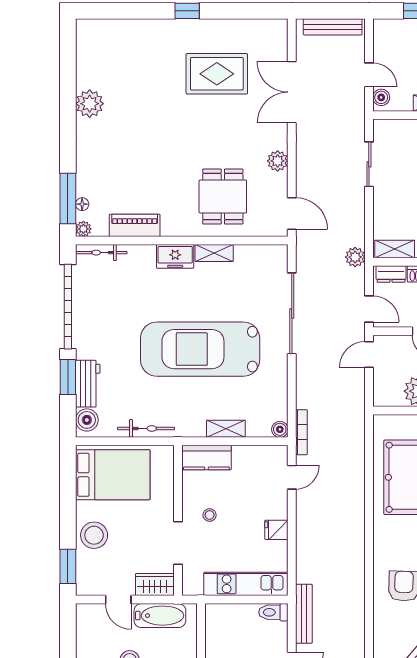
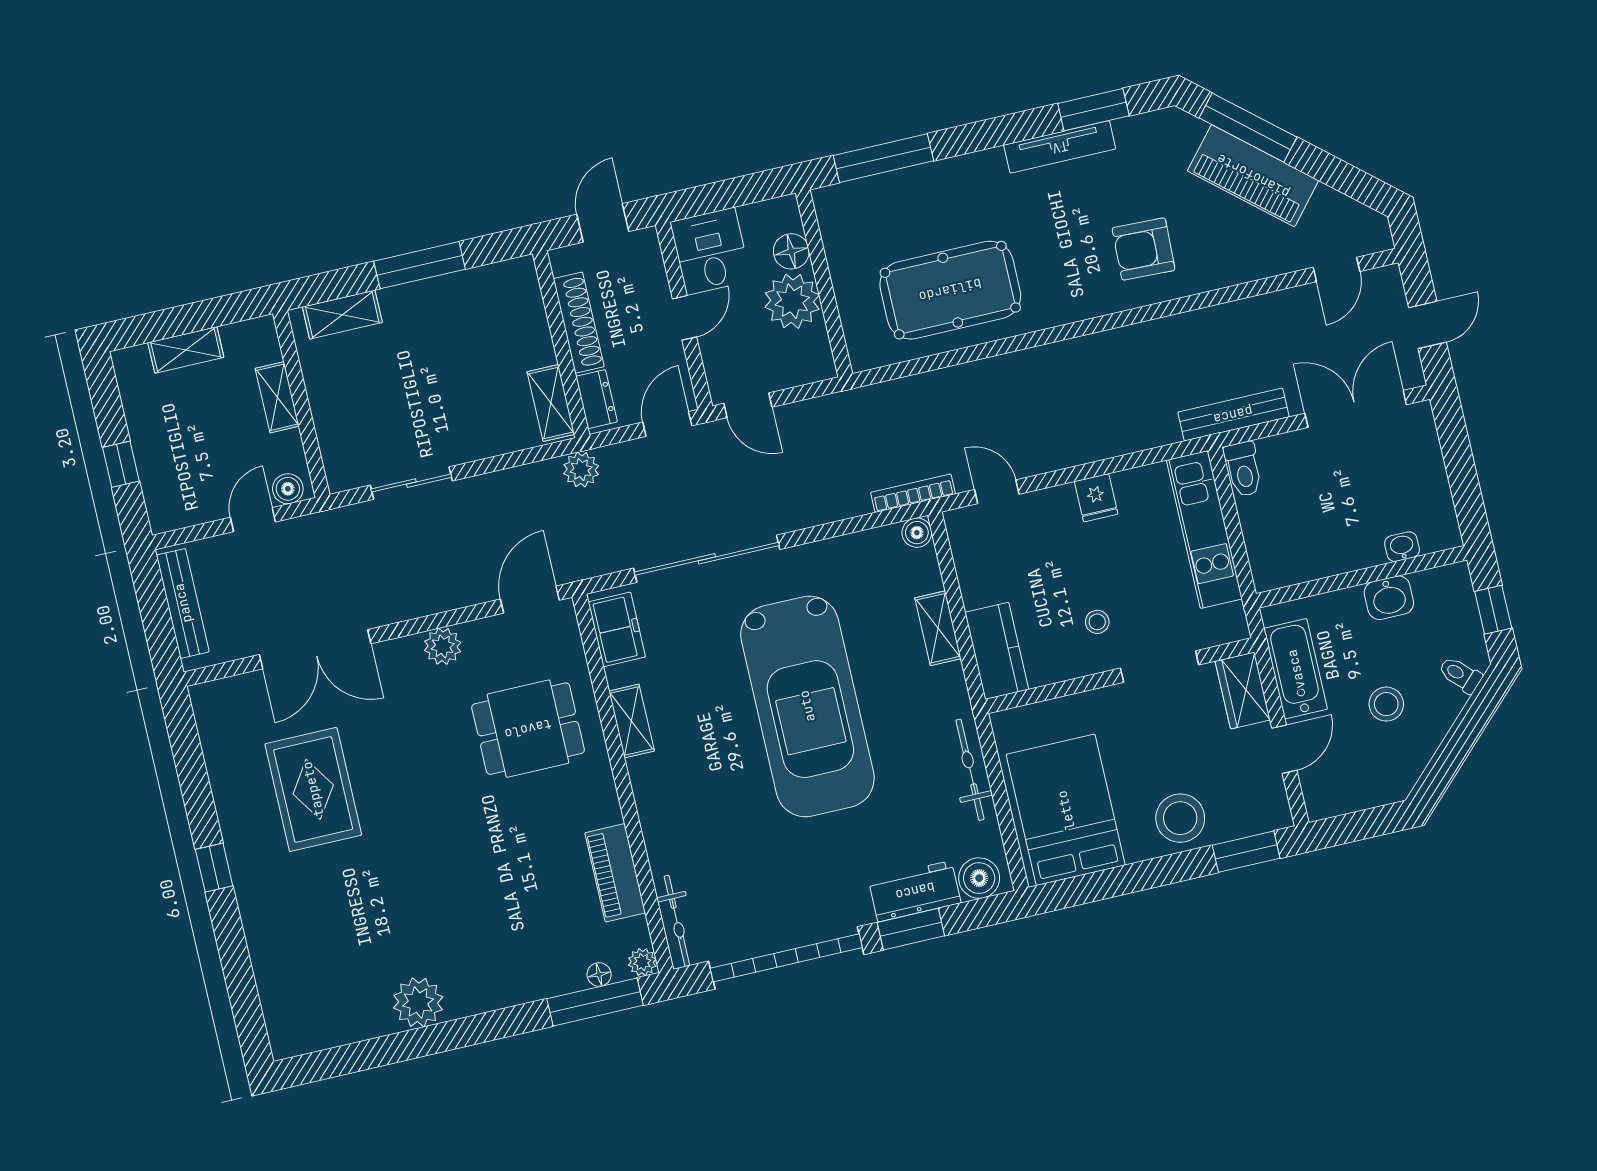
freezer: (175, 256) -> (617, 629), moved

